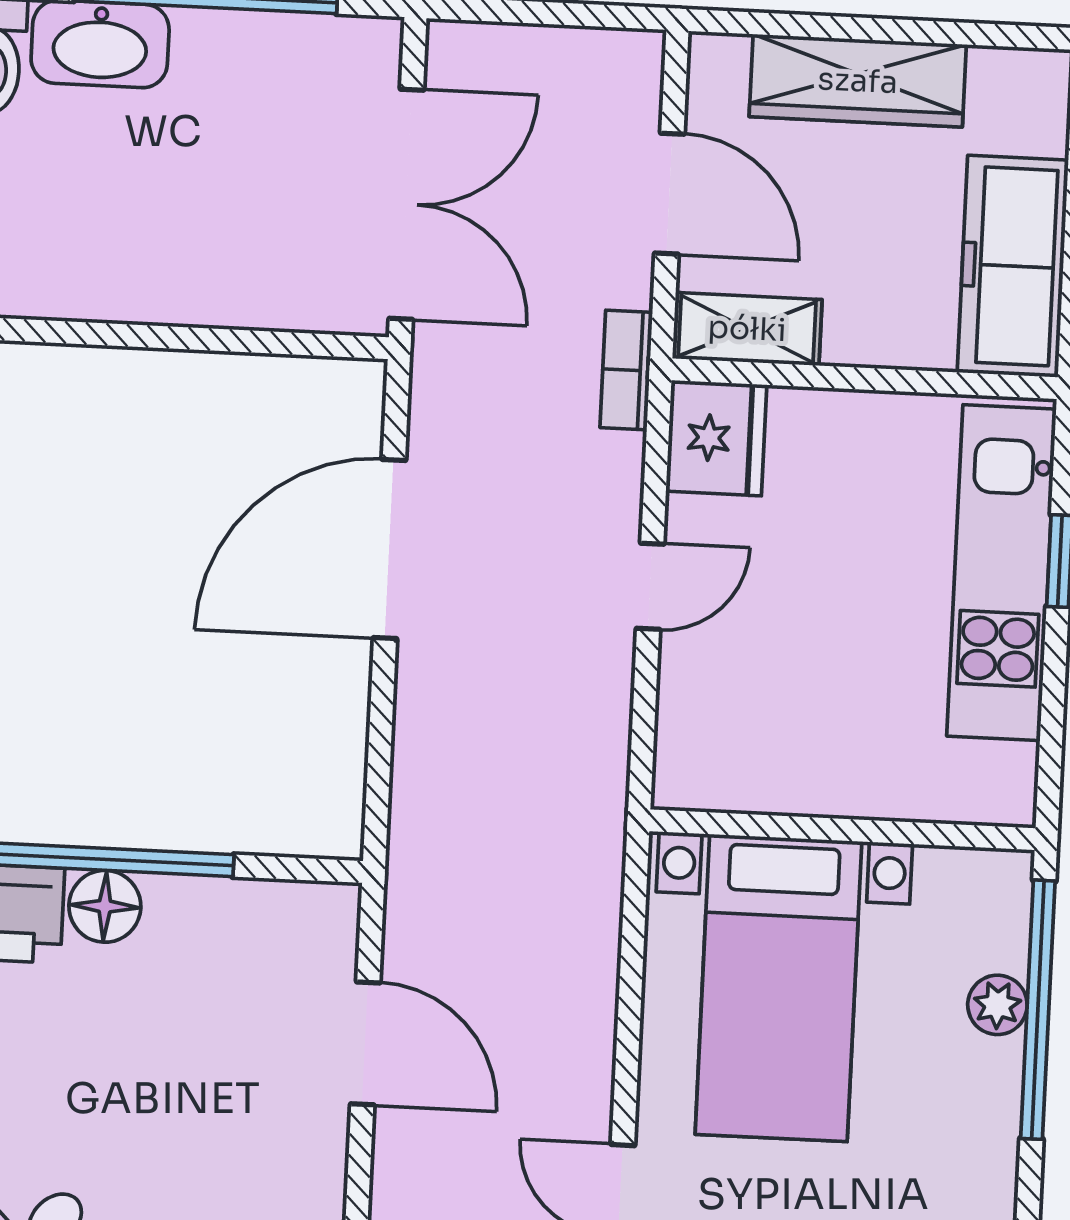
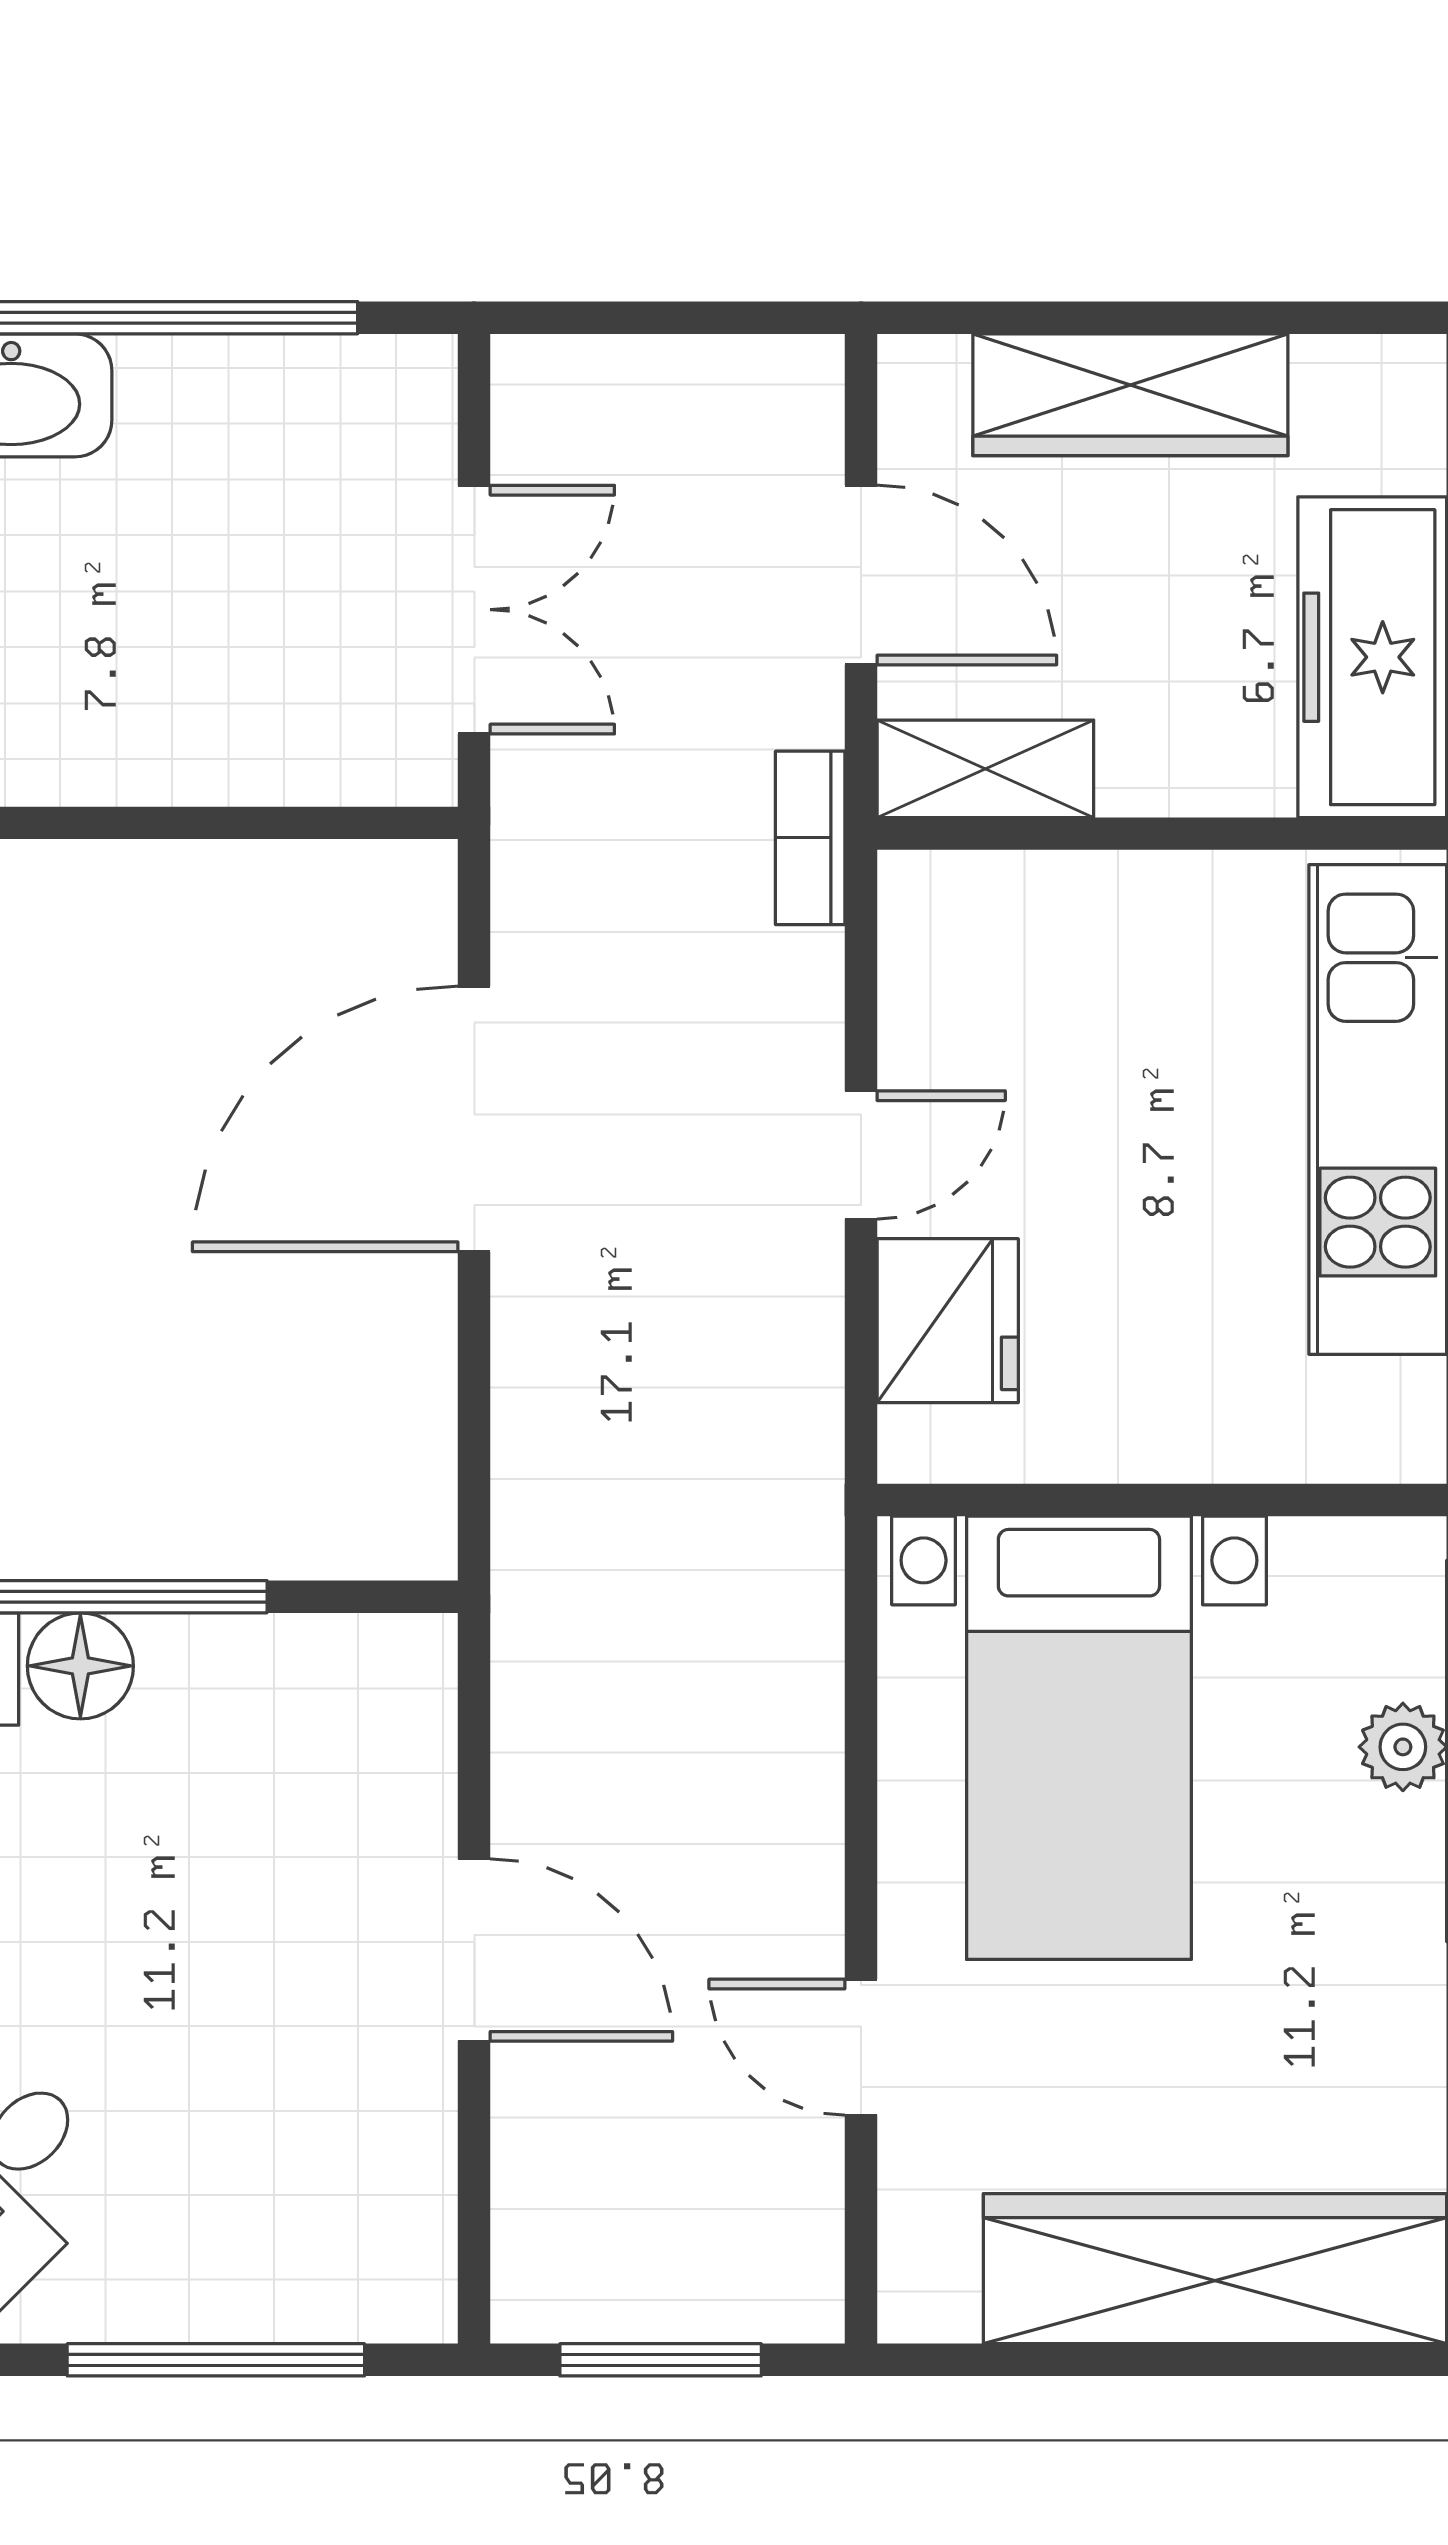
double door: (406, 204) -> (474, 610), width x0.73
fridge: (716, 438) -> (948, 1321), moved
door: (365, 1043) -> (474, 1950), moved

